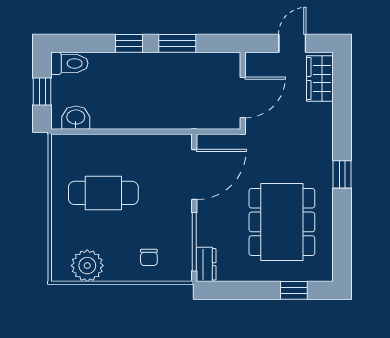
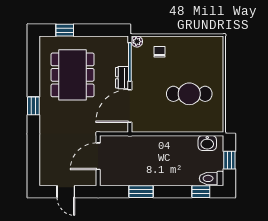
window: (129, 43) -> (201, 192), moved
door: (292, 43) -> (66, 192), hinge flipped
wardrobe: (320, 79) -> (48, 169), removed
dresser: (206, 264) -> (122, 78), moved
plant: (87, 266) -> (137, 42), moved, width x0.53, depth x0.53

